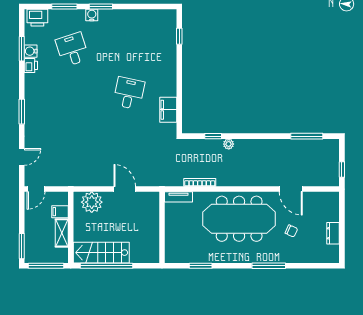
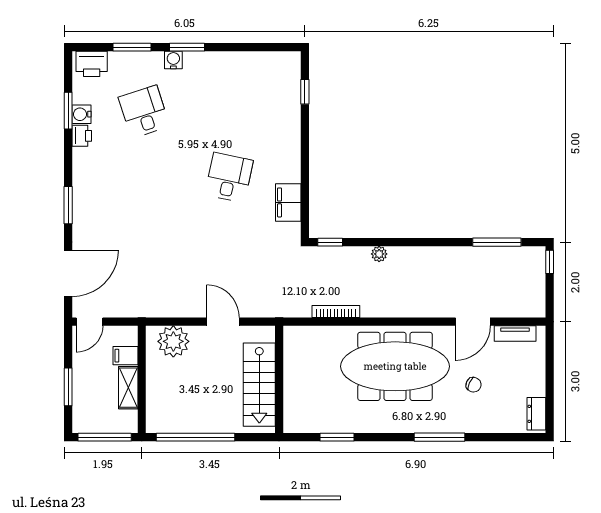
window: (213, 136) -> (330, 242), moved
door: (22, 157) -> (68, 273), width x1.88
window: (342, 169) -> (550, 262), moved
door: (291, 189) -> (473, 322), hinge flipped
tv unit: (178, 197) -> (515, 334), moved
dresser: (333, 233) -> (536, 414), moved
window: (22, 246) -> (68, 387), moved
stairs: (101, 253) -> (259, 385), moved, turned -90

